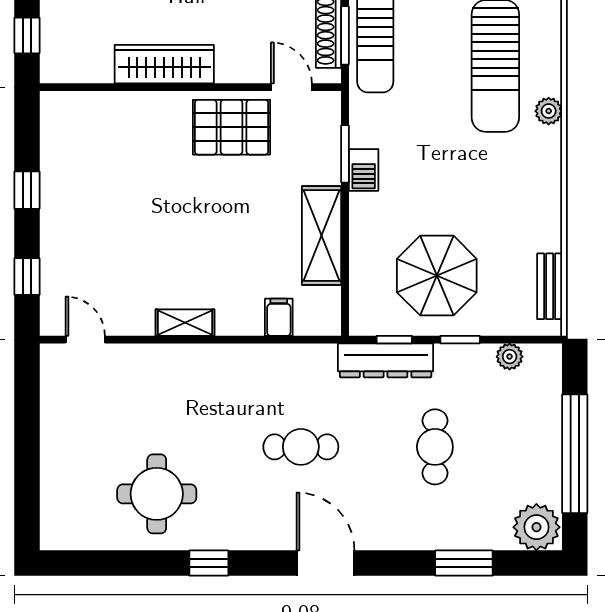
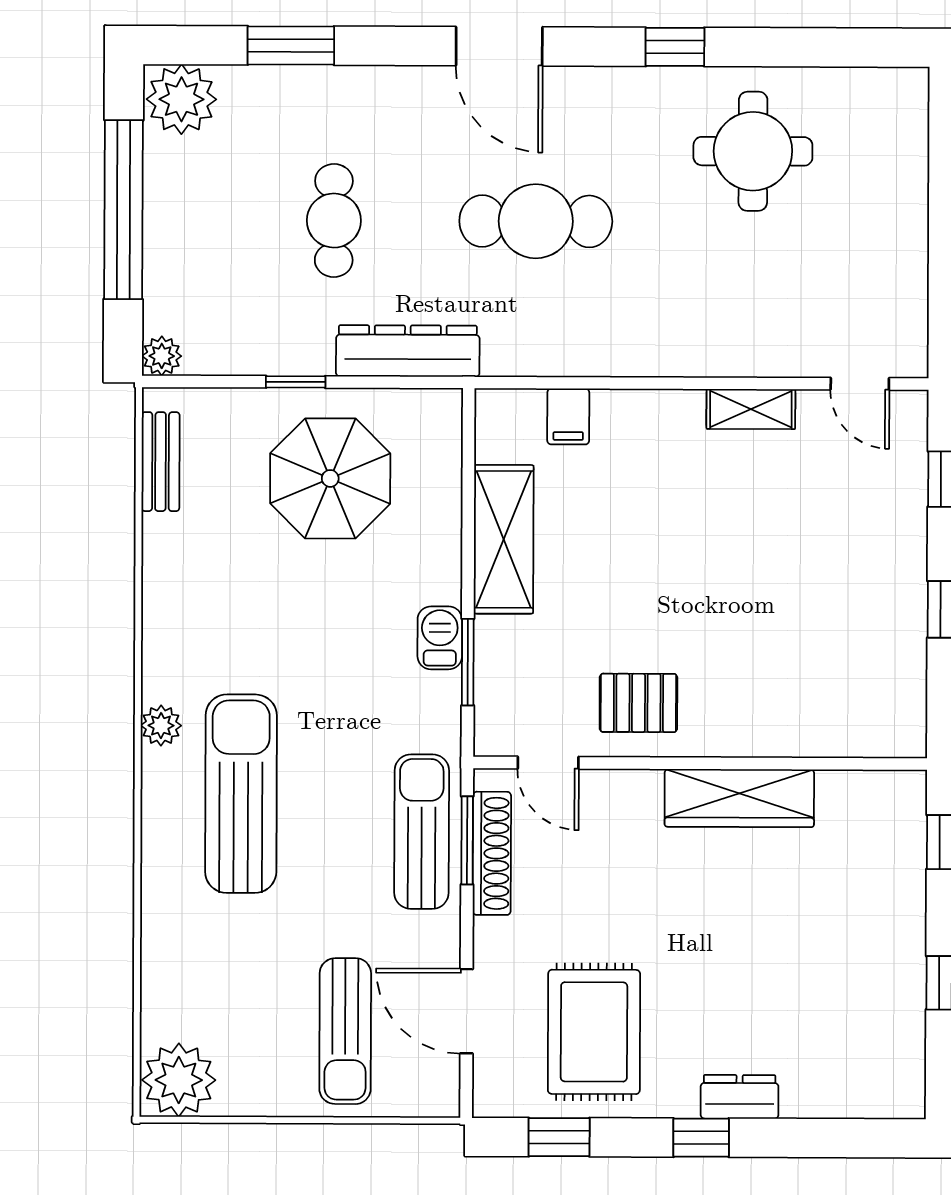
pallet: (232, 127) -> (638, 703), width x0.67, depth x0.71
shelving: (185, 323) -> (751, 409), moved
window: (394, 340) -> (395, 382), removed
plant: (510, 357) -> (162, 356), moved
cafe table: (301, 447) -> (536, 221), width x1.37, depth x1.35

